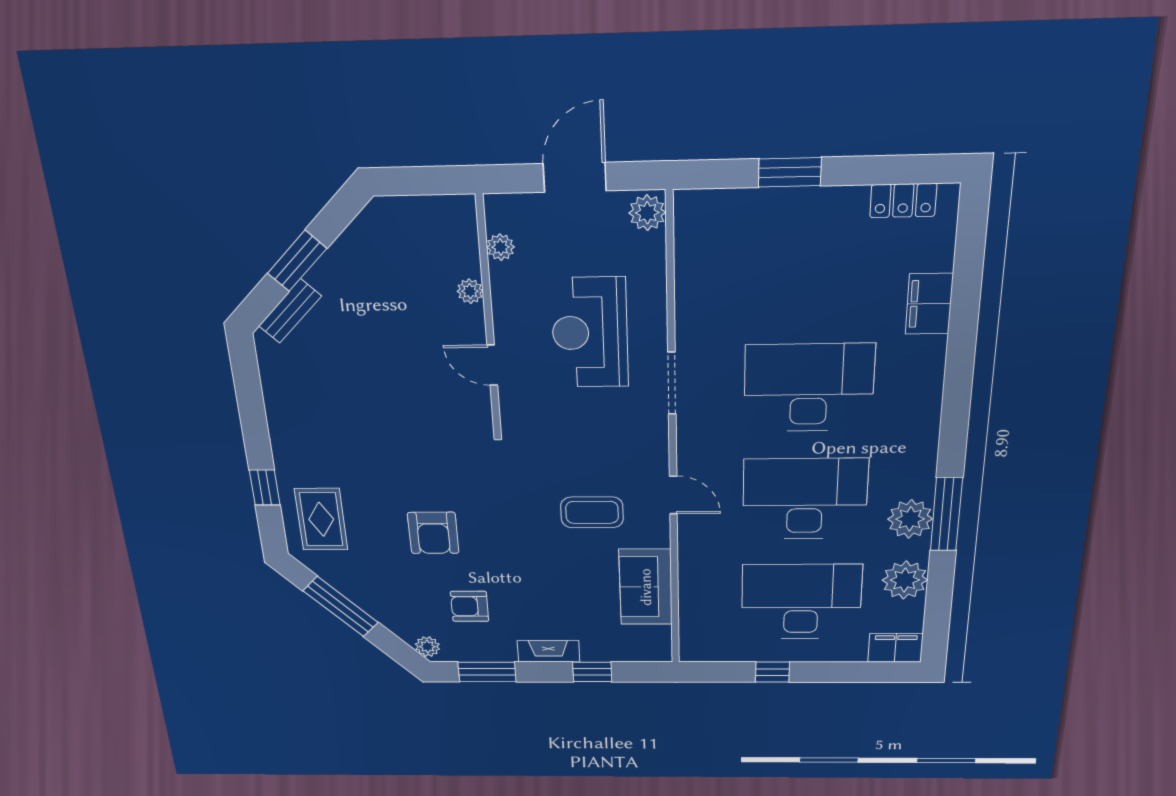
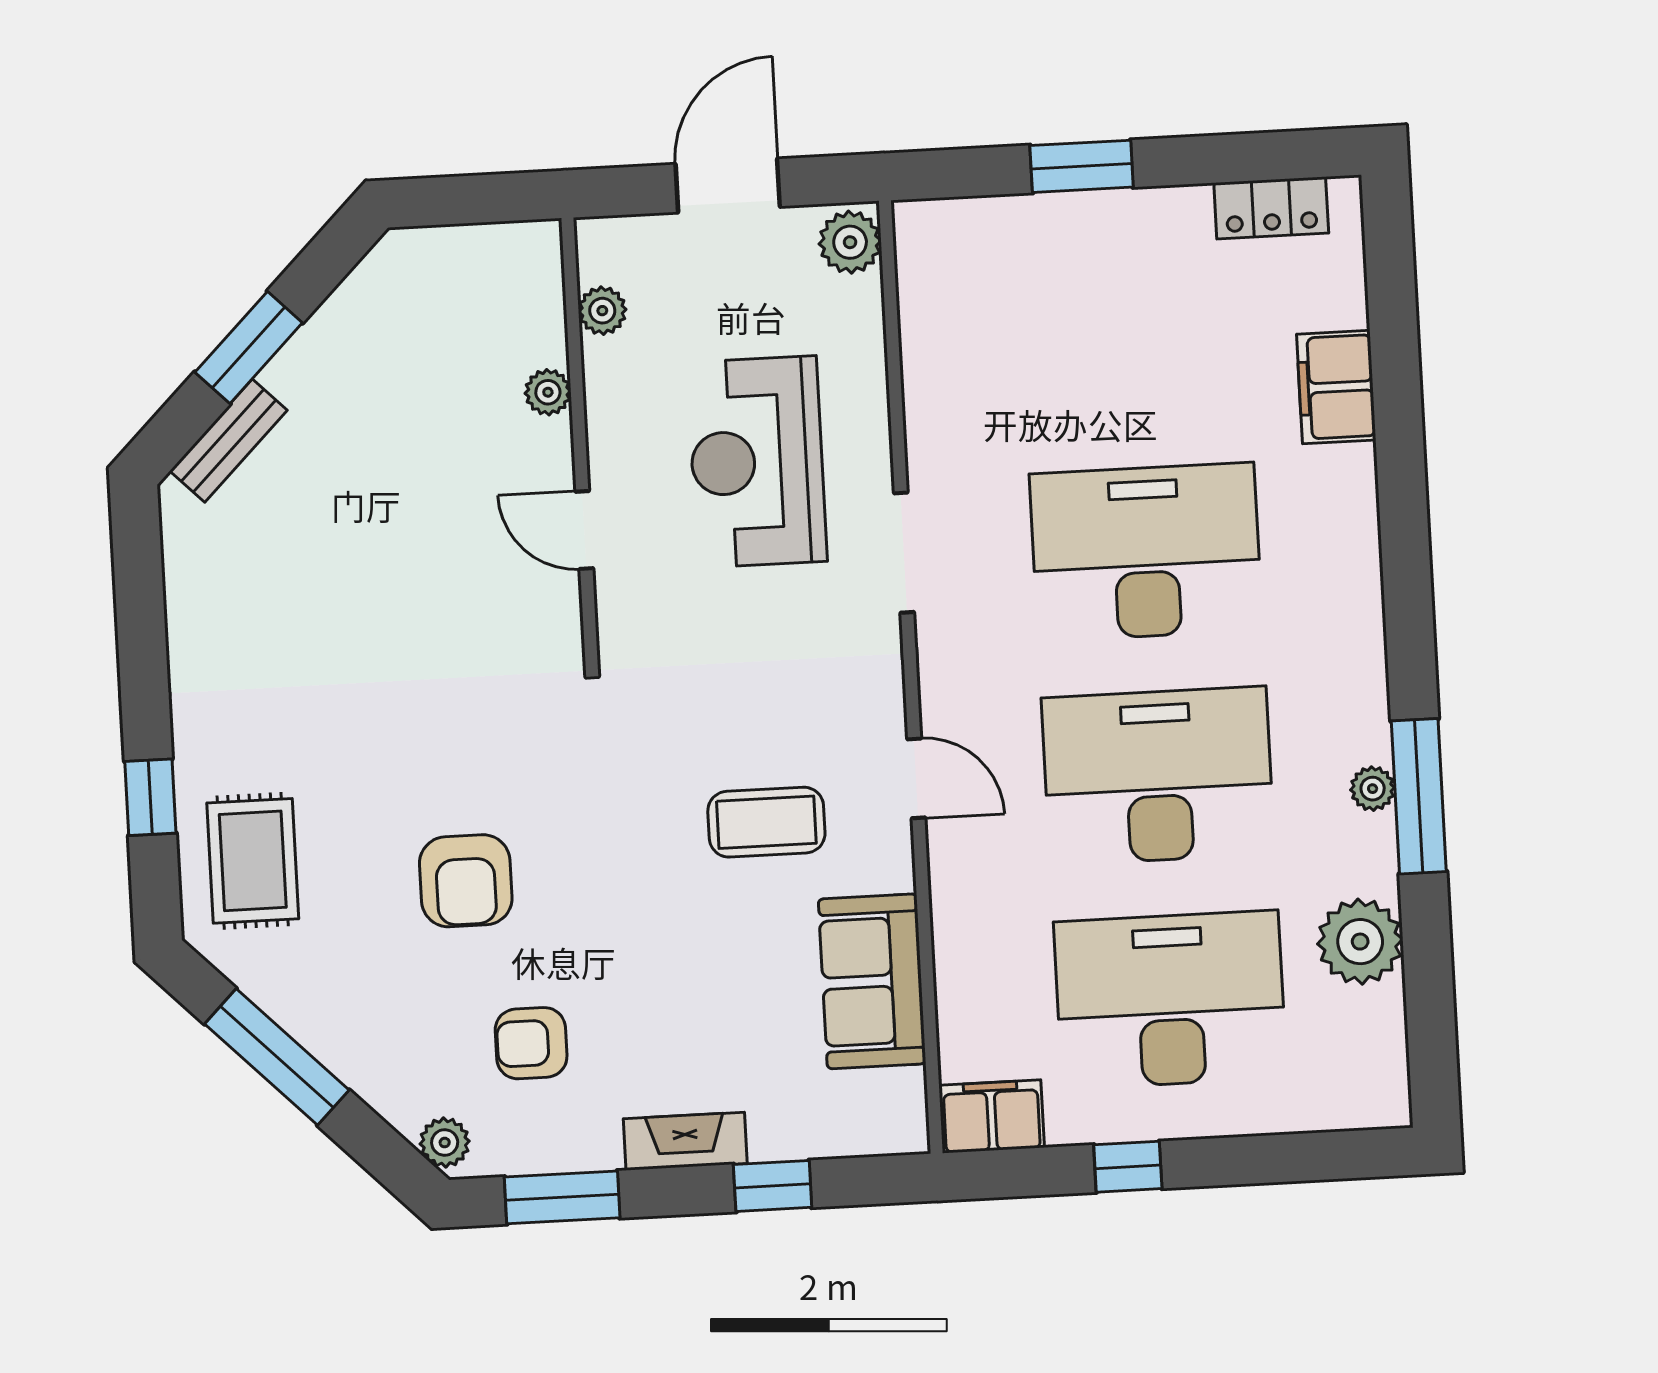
plant: (910, 519) -> (1373, 789), width x0.53, depth x0.53
filing cabinet: (895, 648) -> (992, 1116), moved

